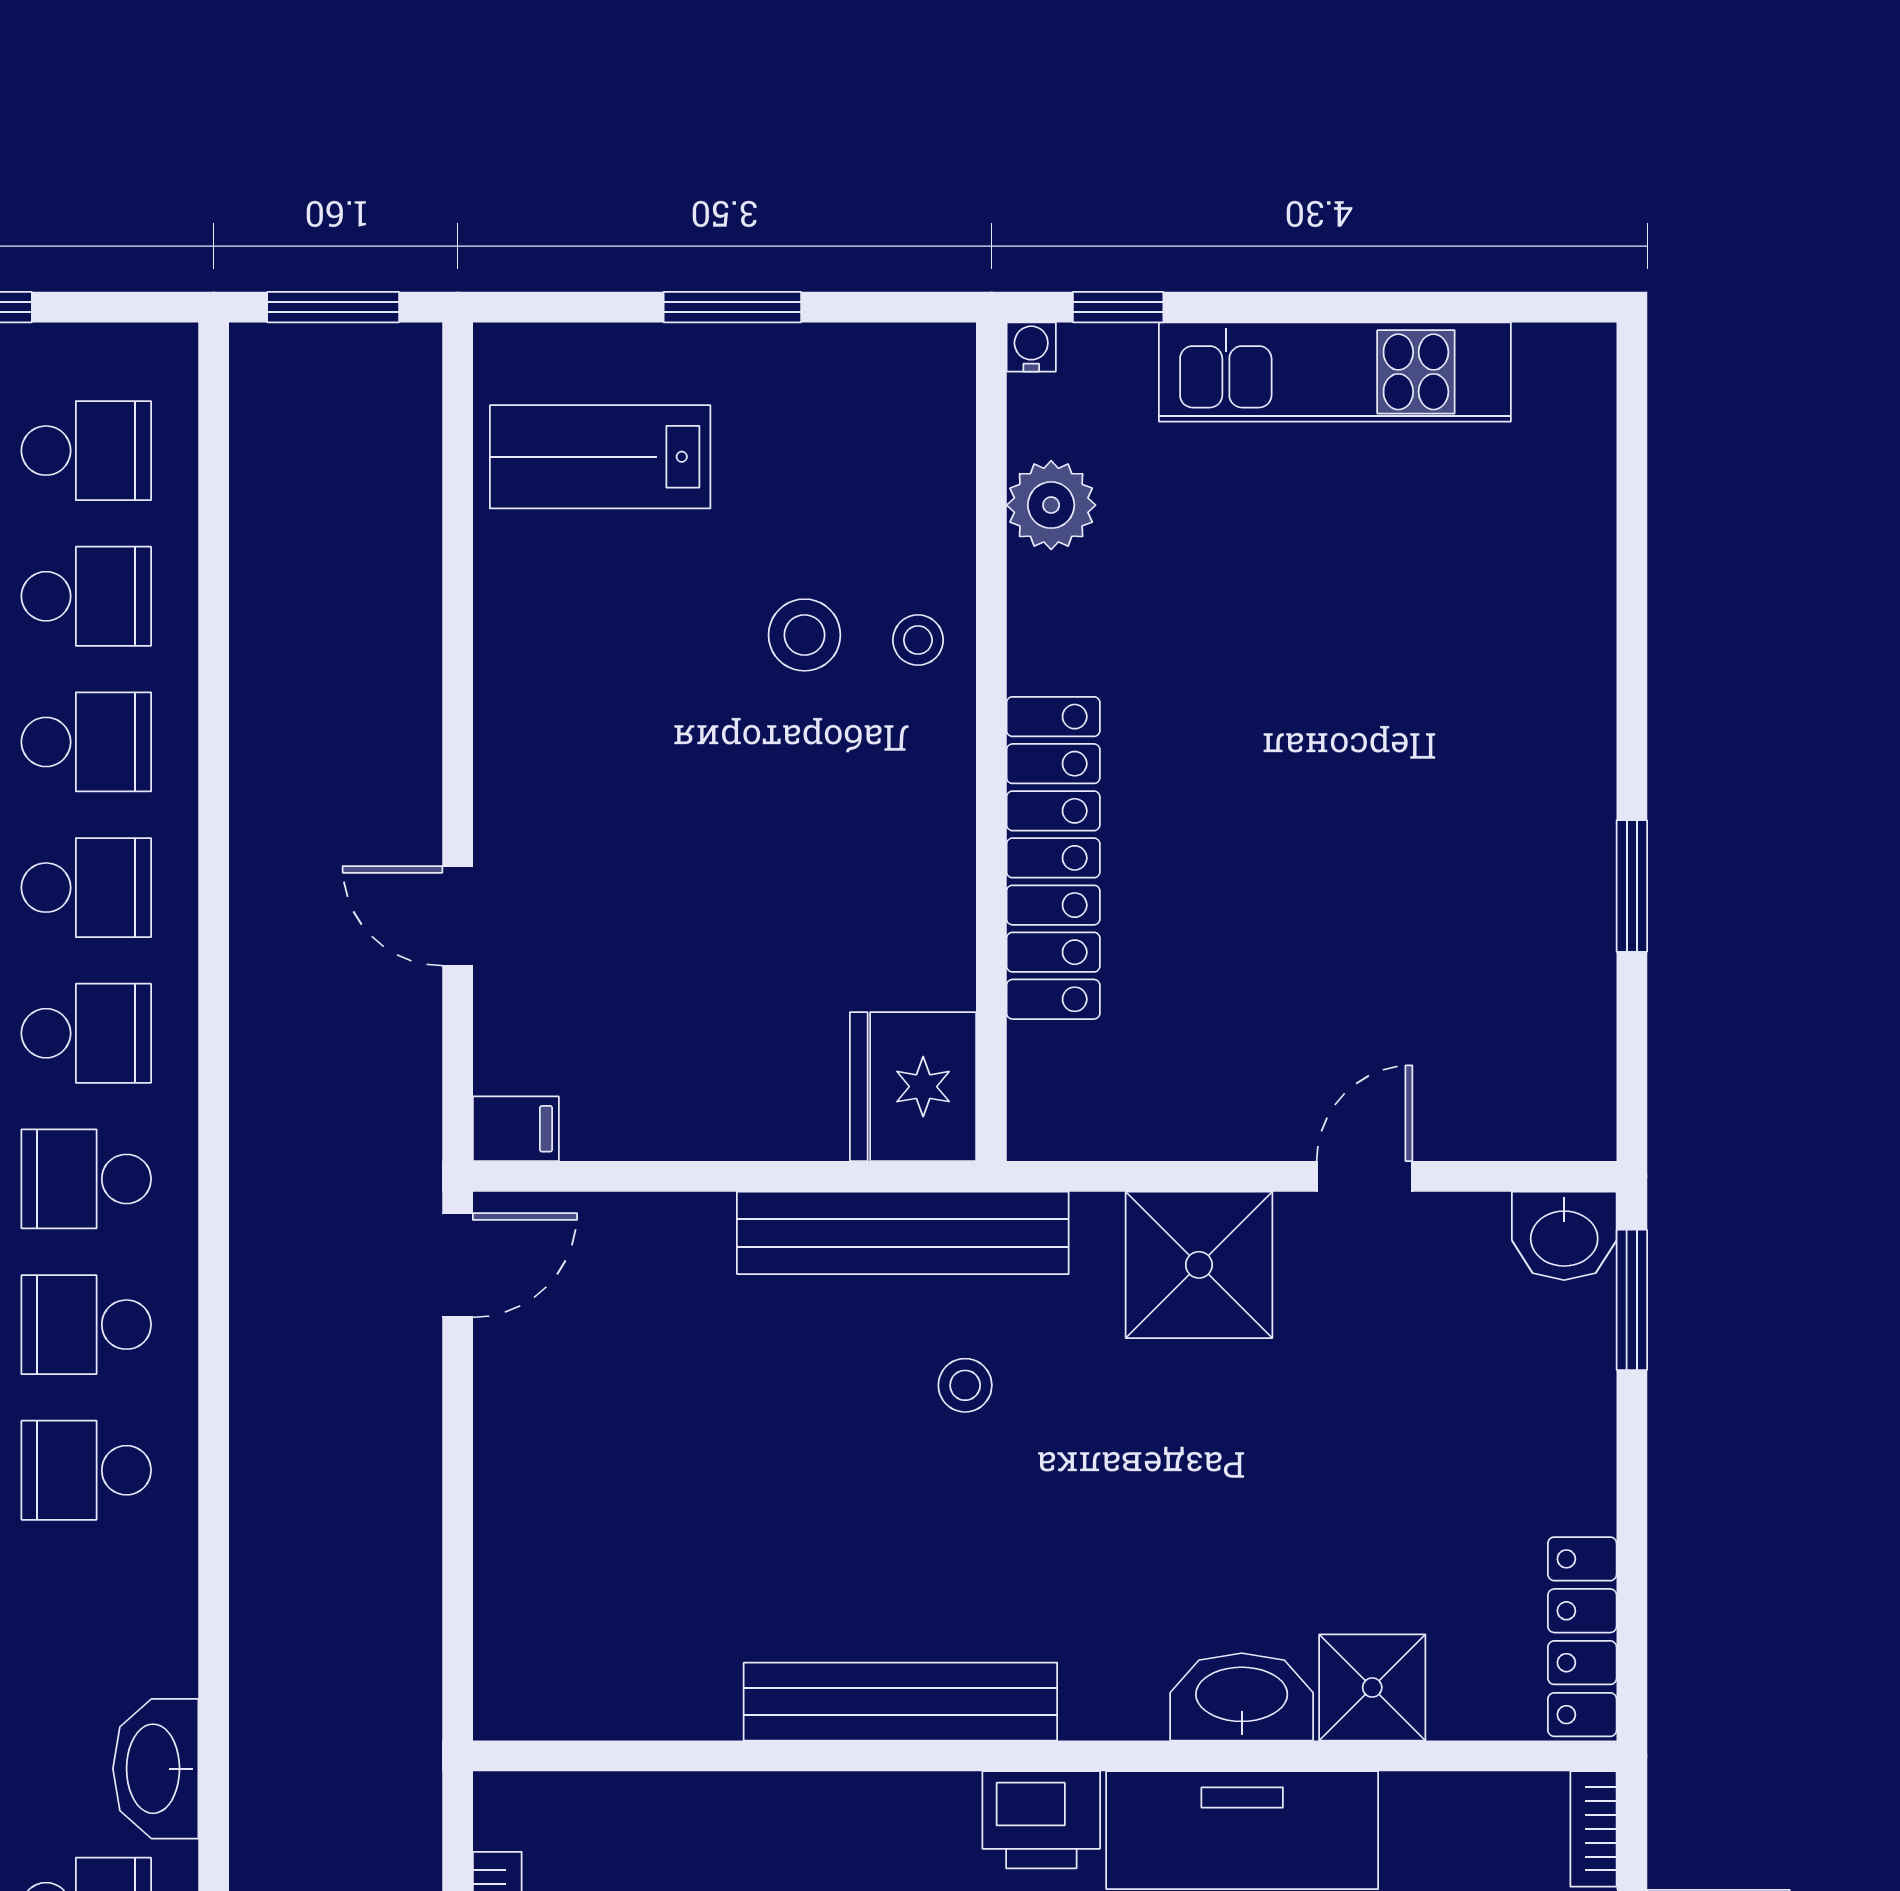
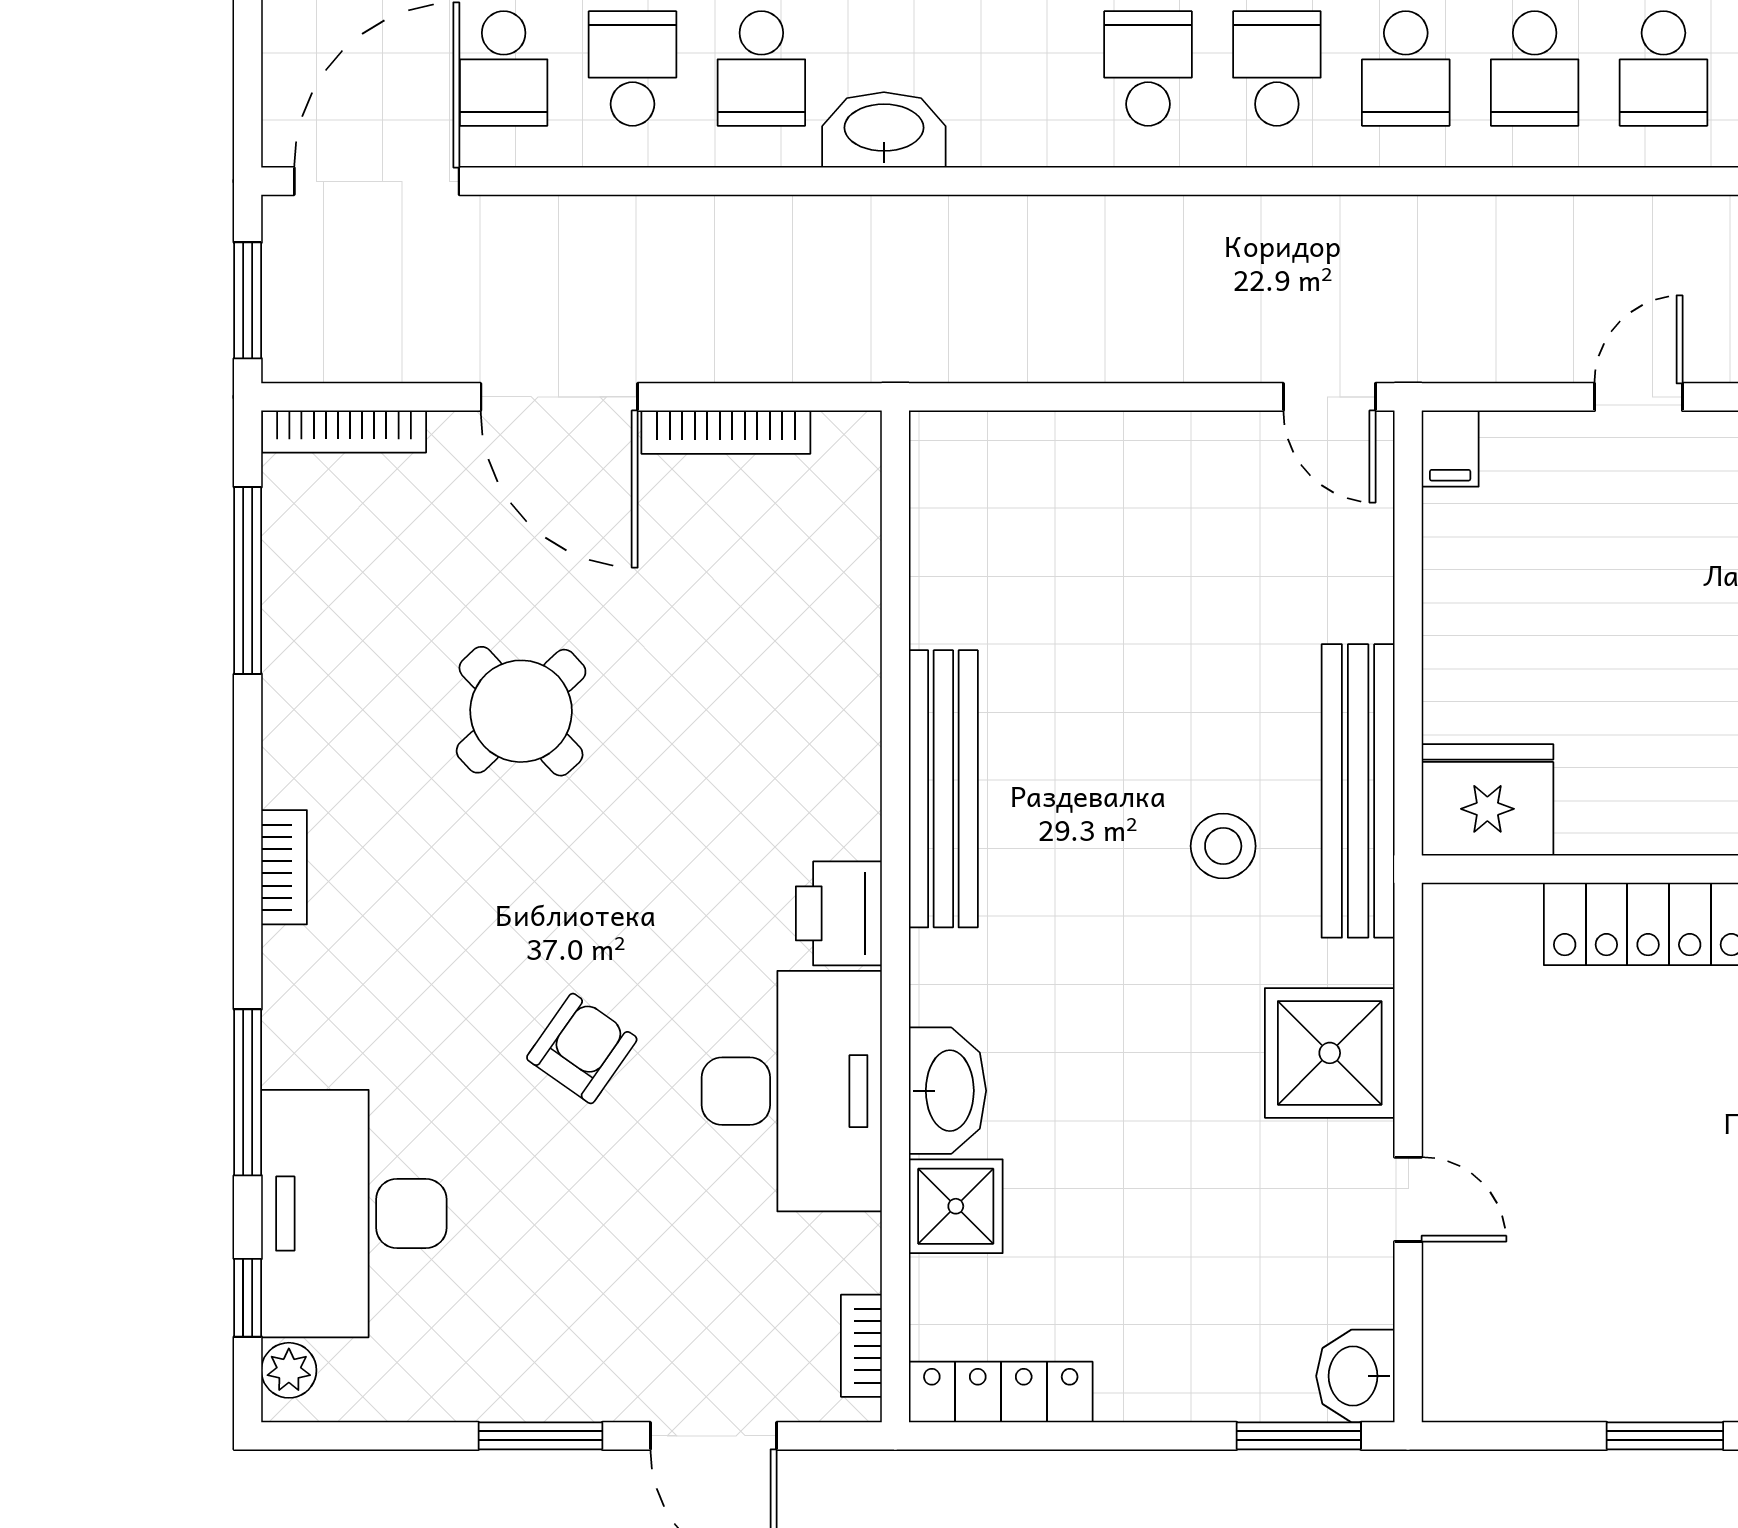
school desk: (86, 1179) -> (1406, 68), turned 180
stool: (965, 1385) -> (1223, 846), width x1.37, depth x1.37
bookcase: (1593, 1829) -> (861, 1346), moved, turned -90

